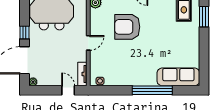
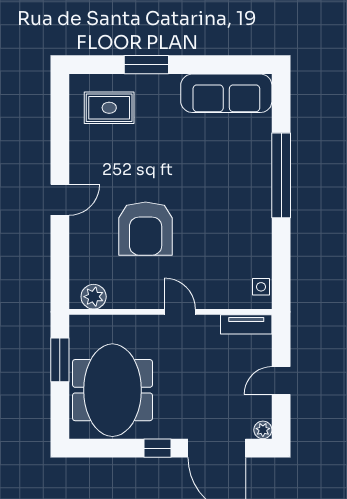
window: (204, 17) -> (146, 65), moved
sofa: (178, 77) -> (226, 93), moved, turned -90
door: (68, 90) -> (281, 381), moved

